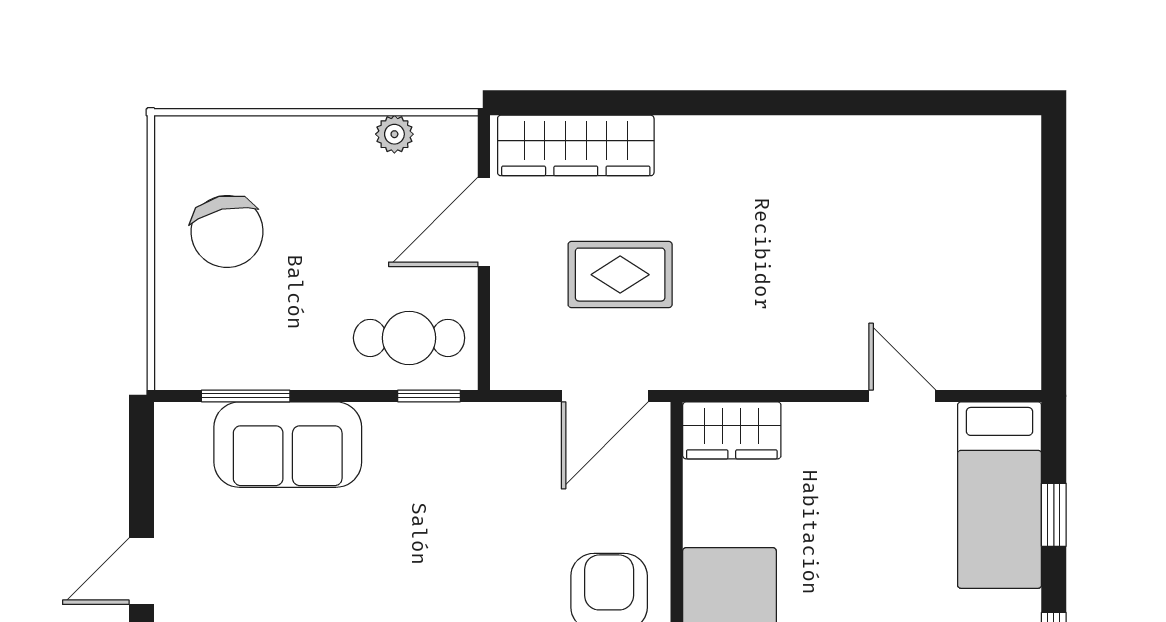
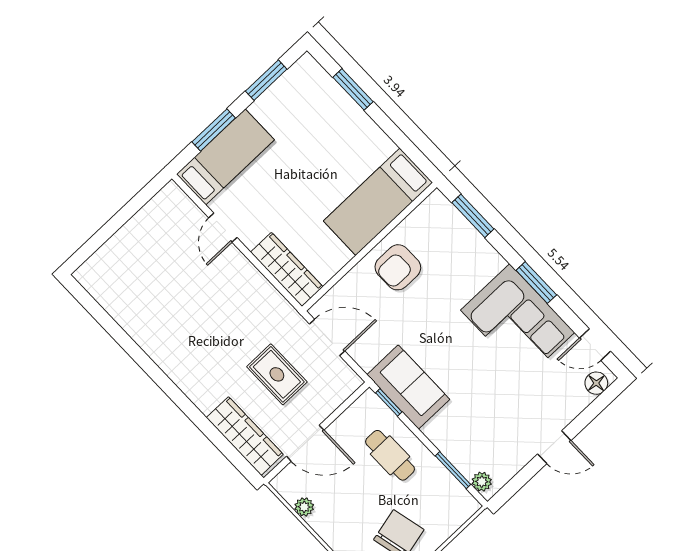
cafe table: (409, 338) -> (390, 455), moved
plant: (190, 421) -> (482, 482), added
wardrobe: (732, 430) -> (287, 269), width x1.50
sofa: (288, 445) -> (408, 387), moved
window: (1054, 515) -> (214, 130), width x1.50

